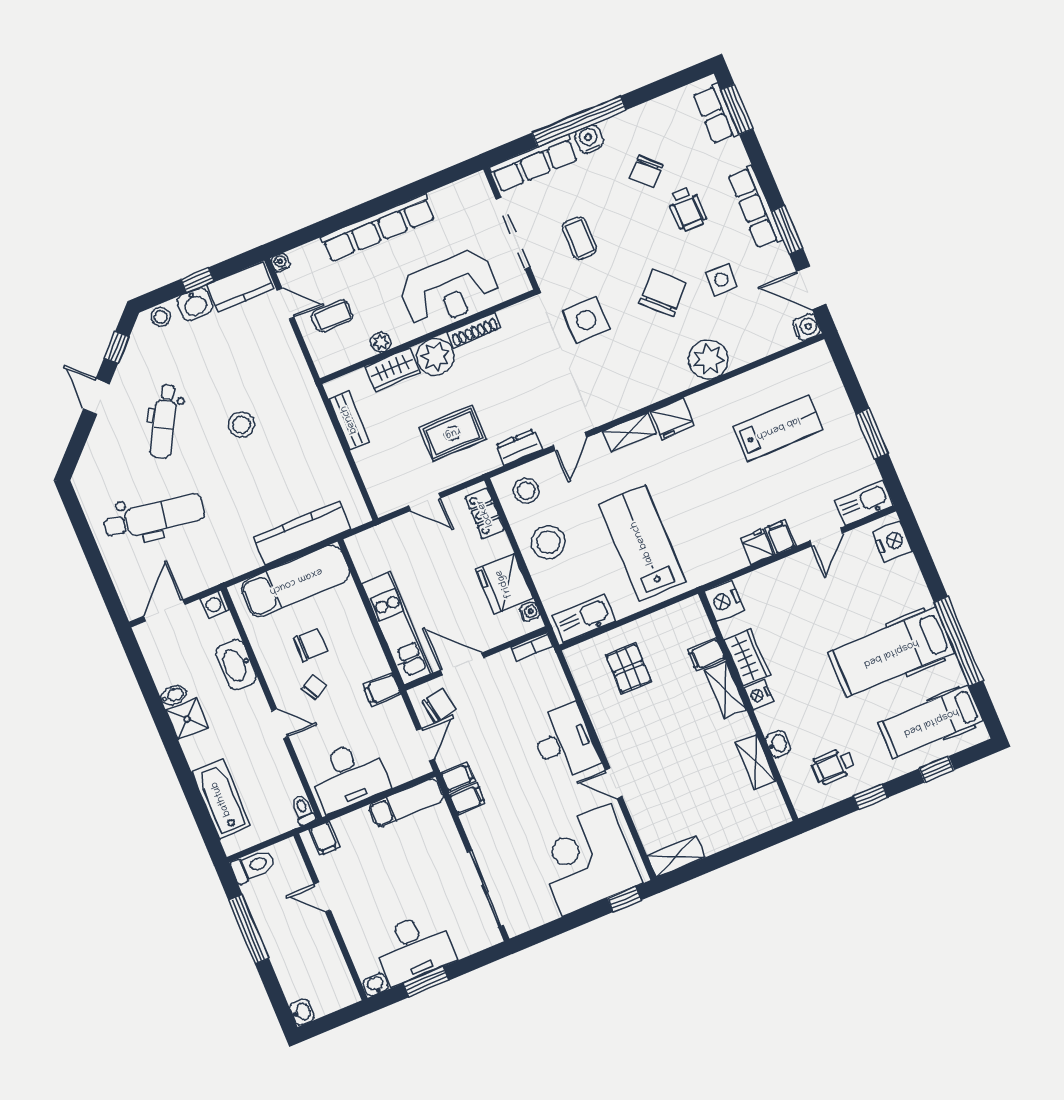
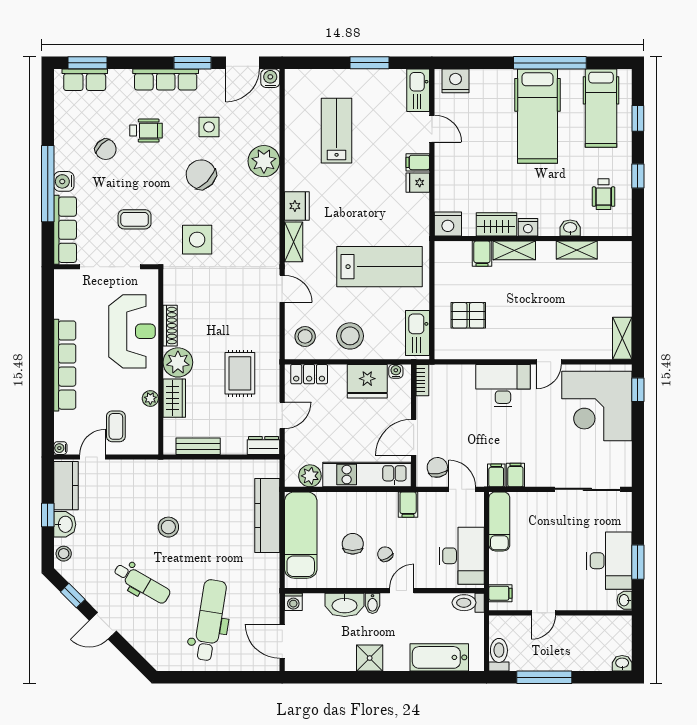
dresser: (519, 447) -> (264, 446), moved, turned 90
lab bench: (642, 543) -> (379, 267), turned 180
plant: (368, 563) -> (310, 476), added
bidet: (173, 695) -> (373, 603), moved, turned 180
toilet: (303, 810) -> (468, 603), width x1.37, depth x1.39

